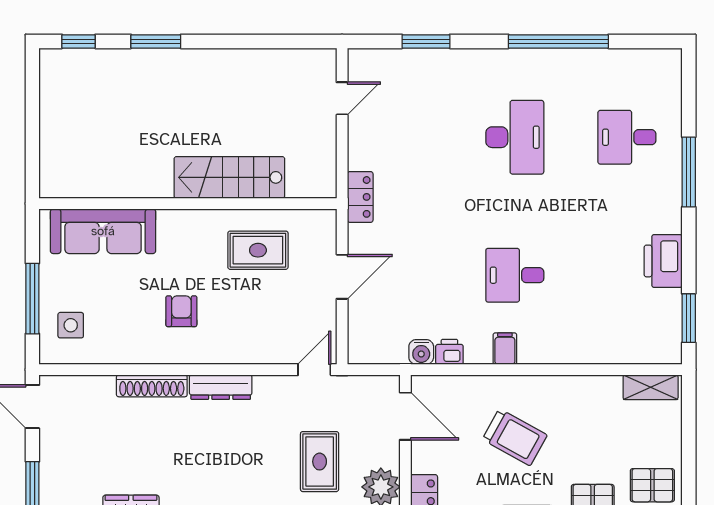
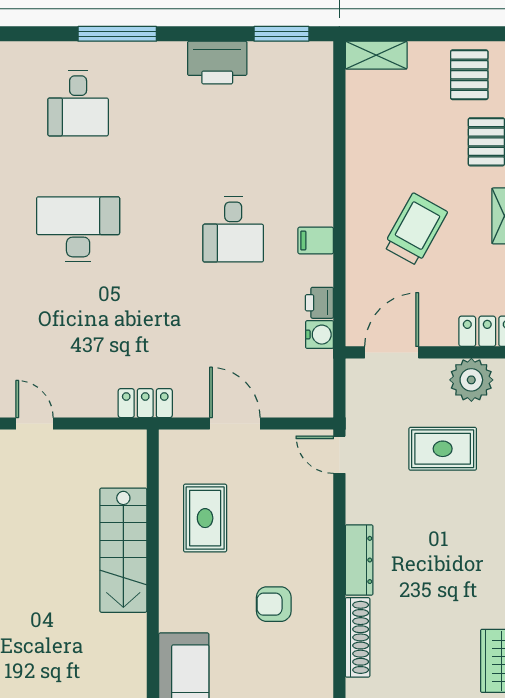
shelving: (651, 387) -> (376, 55), moved, turned 90

